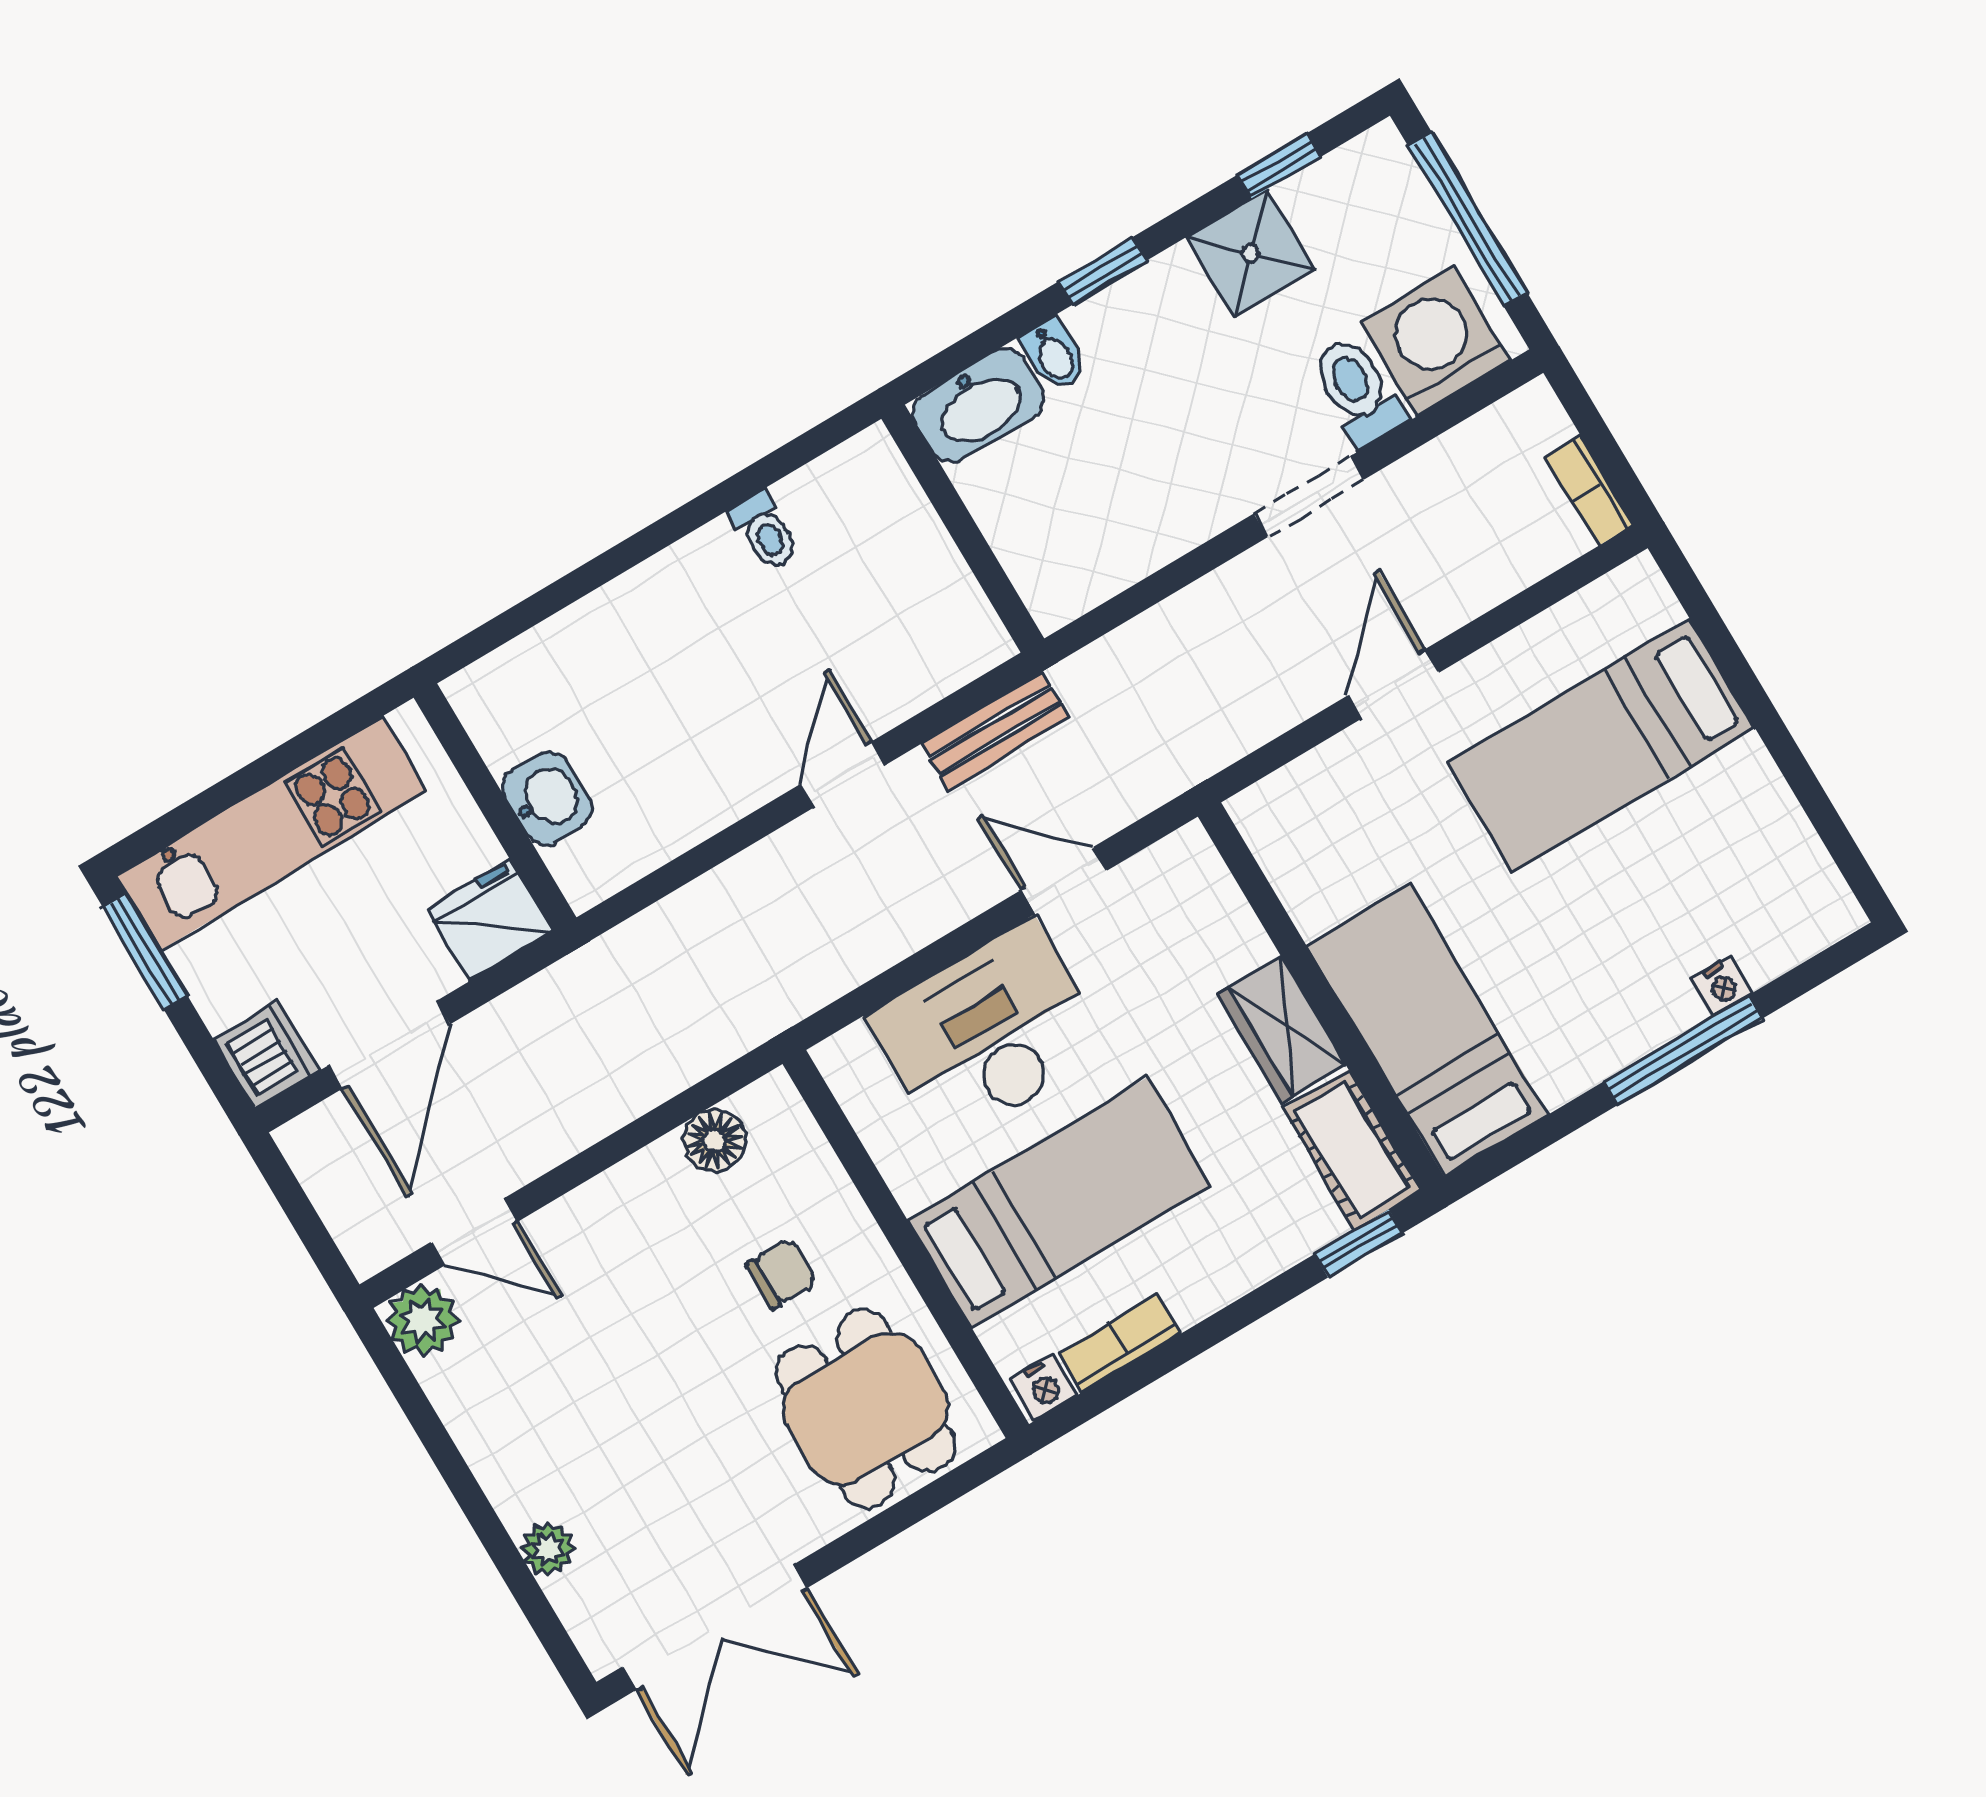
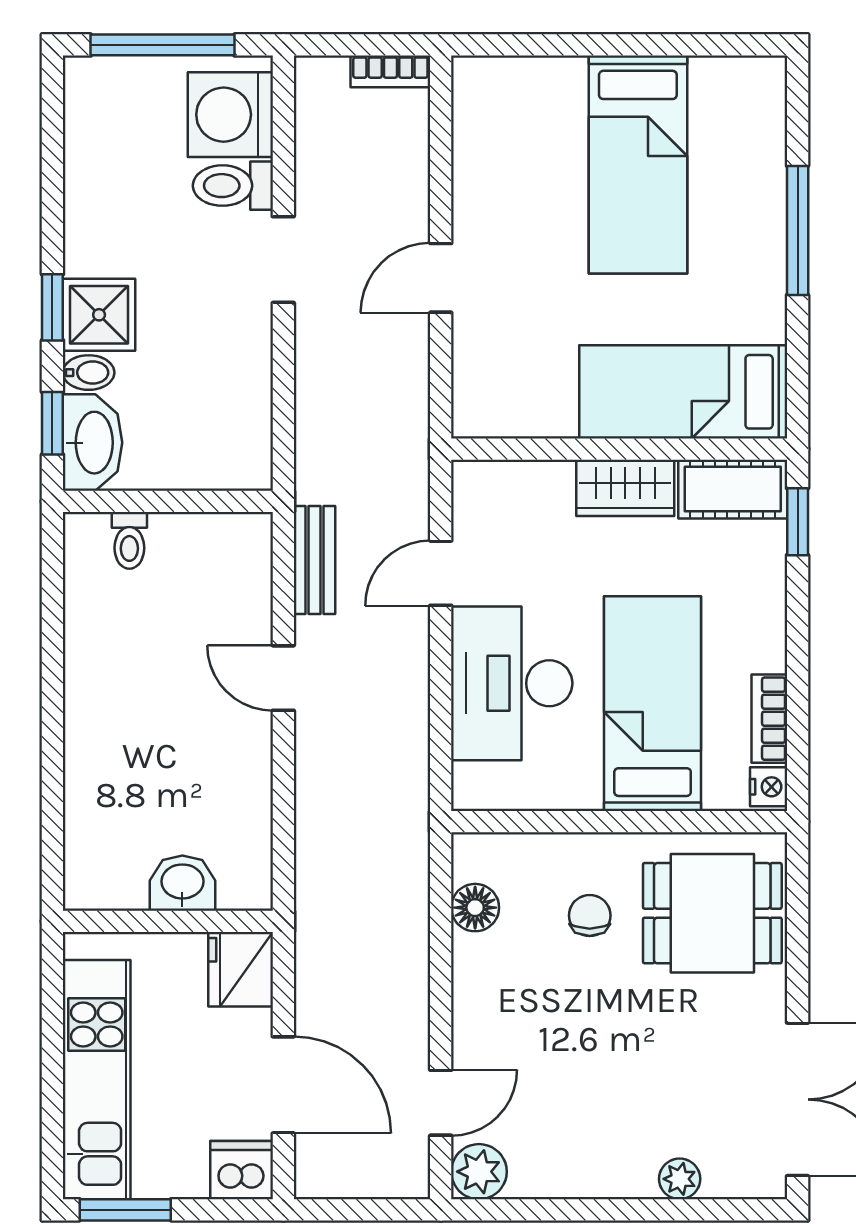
window: (1279, 166) -> (52, 423), moved
shower: (1250, 253) -> (99, 315), moved
toilet: (765, 531) -> (129, 540), moved, turned 90
door: (1393, 684) -> (441, 278), hinge flipped
bed: (1601, 746) -> (638, 165), moved
nightstand: (1722, 986) -> (770, 179), removed

